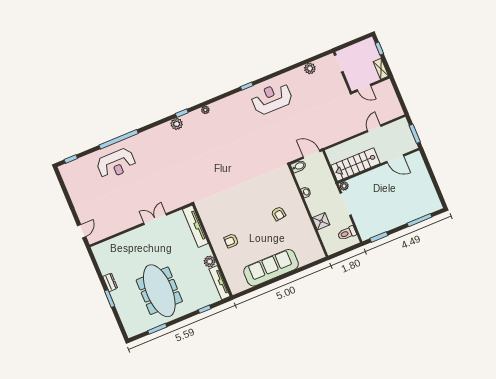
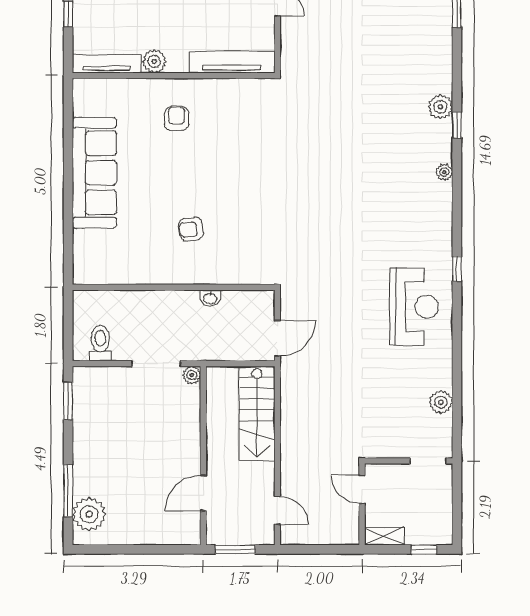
door: (364, 88) -> (362, 489), hinge flipped
door: (374, 128) -> (277, 510), moved
stairs: (355, 164) -> (257, 413), moved, turned 180
bidet: (299, 166) -> (265, 304), removed
plant: (426, 206) -> (89, 514), added
shower: (321, 221) -> (143, 304), removed

